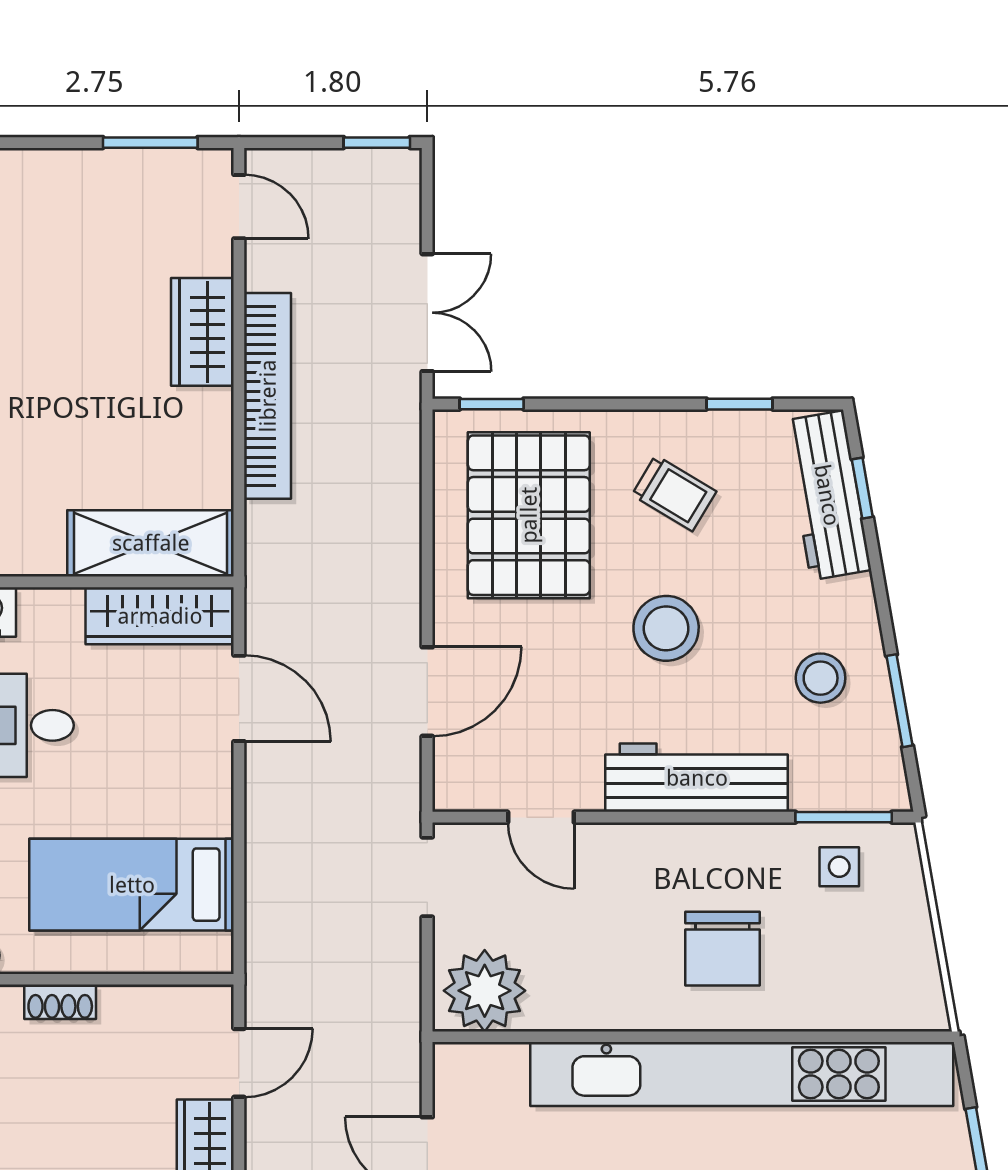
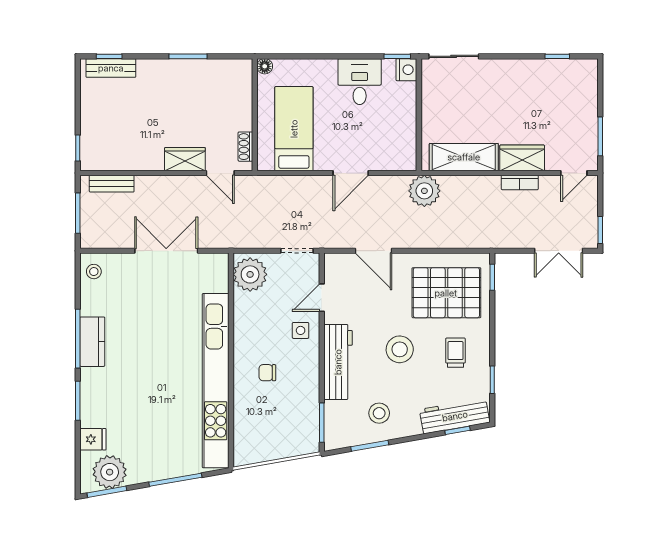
double door: (427, 313) -> (559, 251), moved
bookcase: (268, 396) -> (520, 182), width x0.43, depth x0.76
trolley: (674, 493) -> (455, 353), turned 149
shelving: (151, 543) -> (464, 157), moved, turned 90
plant: (282, 569) -> (424, 191), added
wardrobe: (160, 616) -> (405, 140), removed
door: (239, 698) -> (351, 173), moved
side table: (839, 867) -> (301, 330), moved
chair: (723, 949) -> (267, 373), width x0.54, depth x0.54
shoe rack: (60, 1002) -> (245, 147), moved

